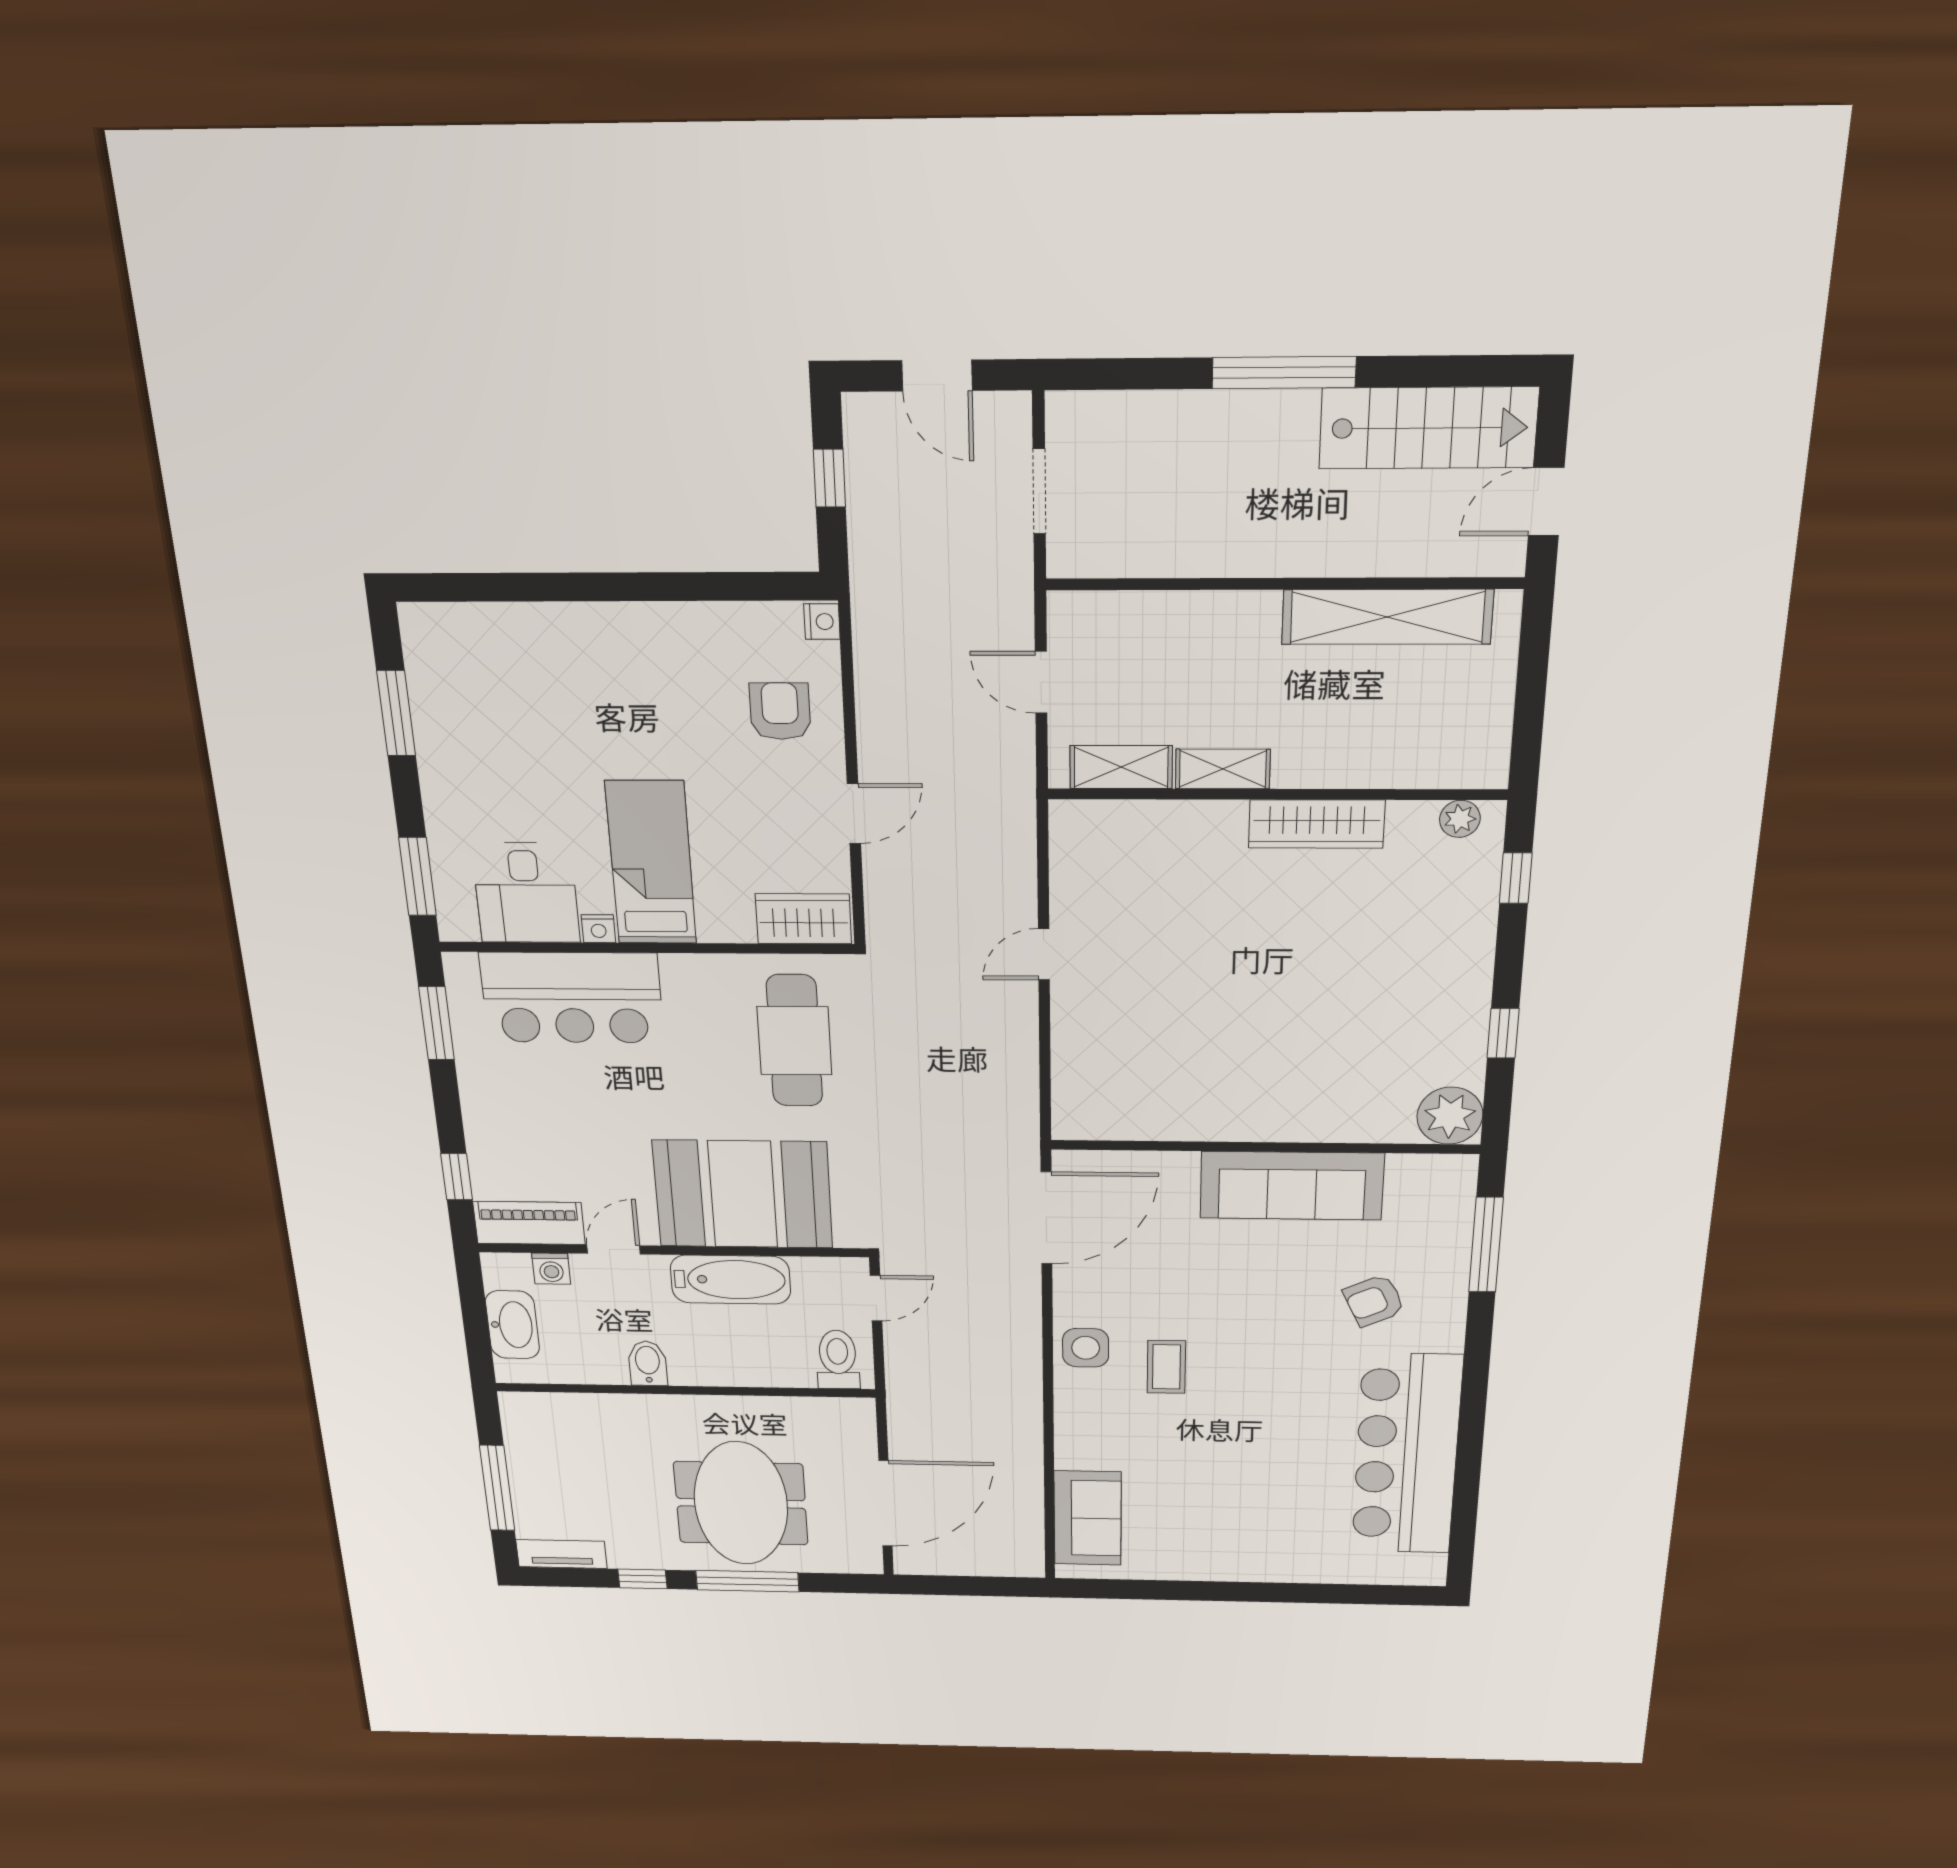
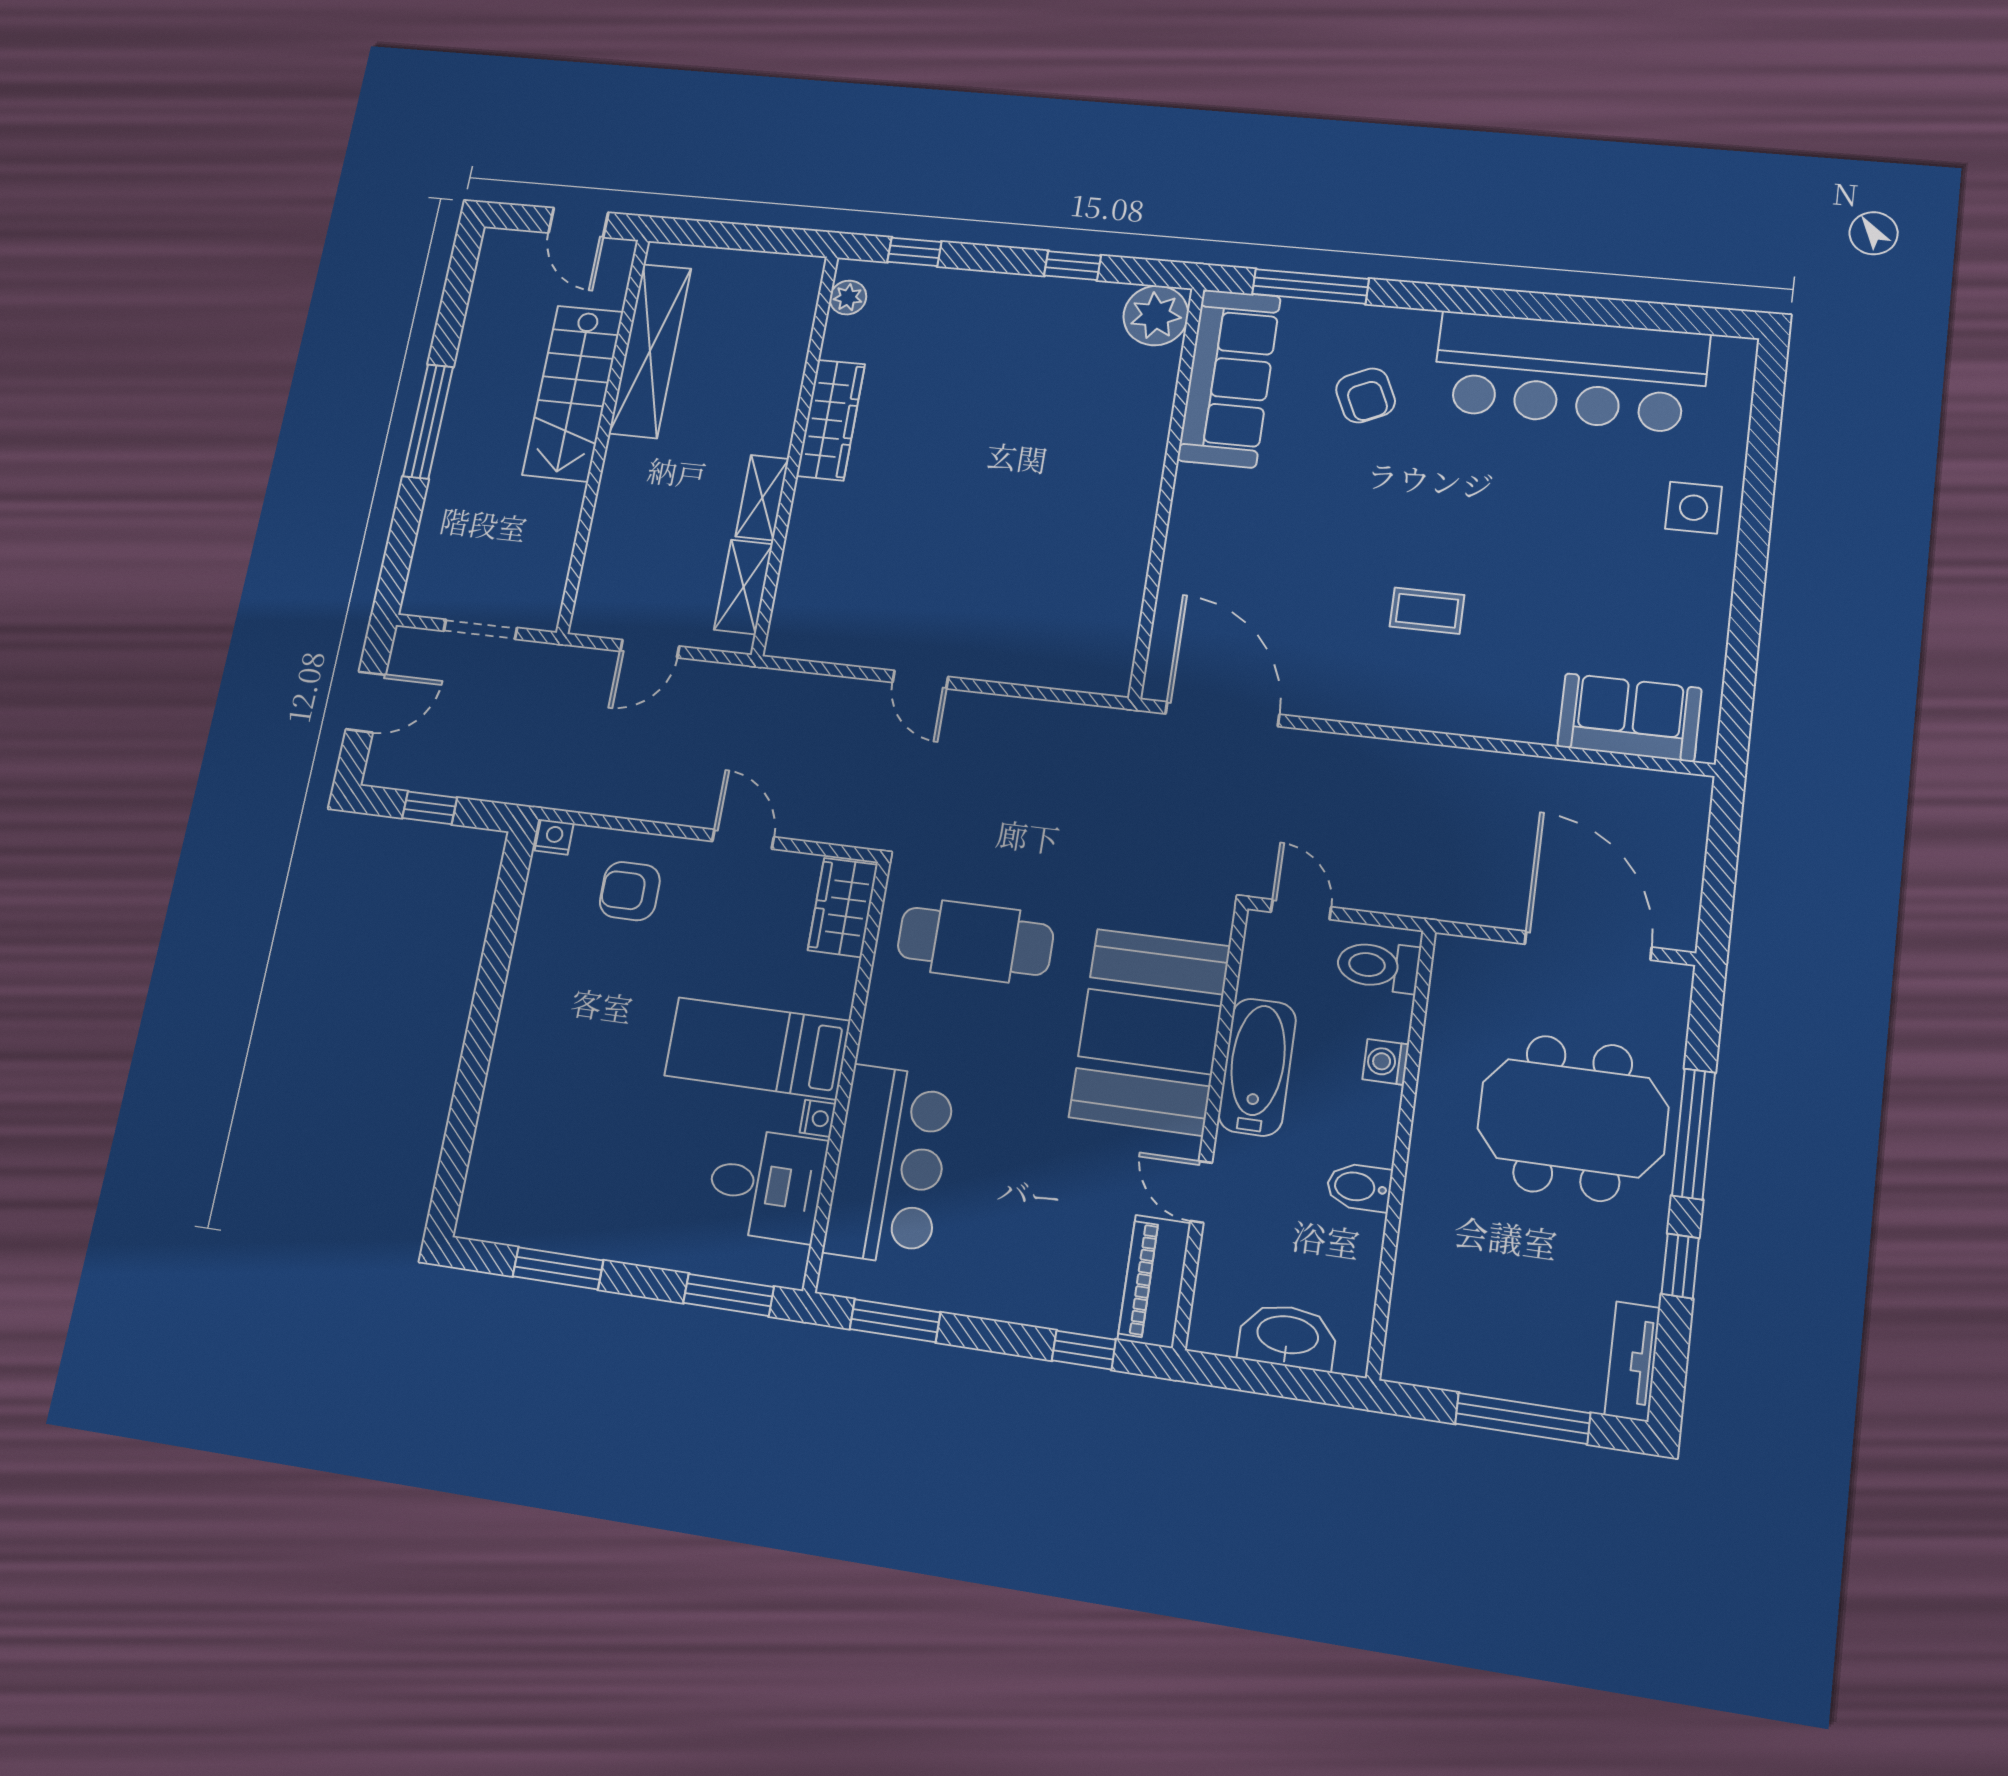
stairs: (1428, 428) -> (573, 393), moved, turned 180
sofa: (1292, 1186) -> (1229, 378), moved
washing machine: (551, 1269) -> (1386, 1062), moved, turned 180
side table: (1086, 1348) -> (1694, 508), moved

